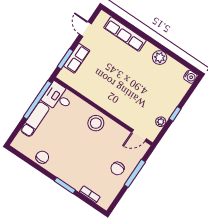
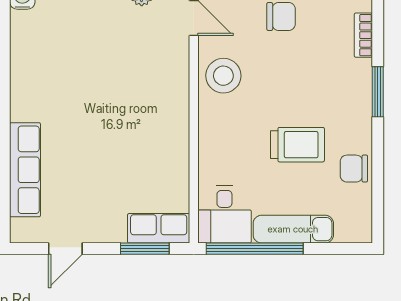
row of seats: (77, 58) -> (159, 228), moved
plant: (160, 58) -> (25, 77), removed
stool: (96, 123) -> (223, 76), moved
trolley: (65, 142) -> (297, 145), added

